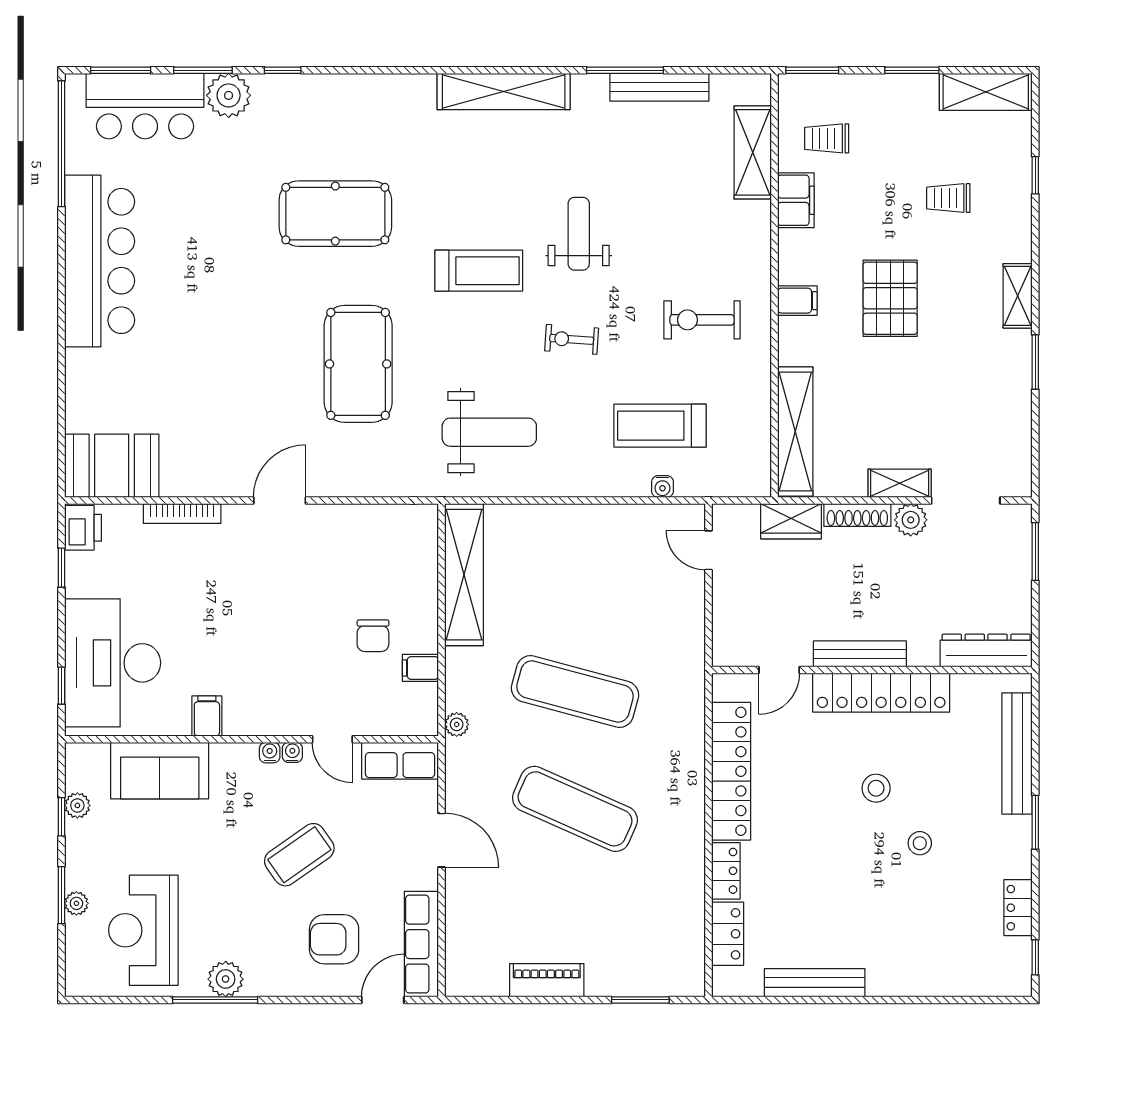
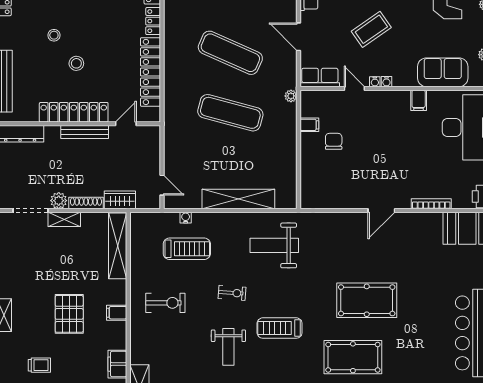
pool table: (358, 364) -> (367, 300), moved, turned 90
shelving: (464, 575) -> (238, 199), moved, turned 90

